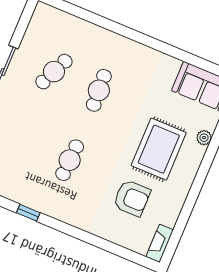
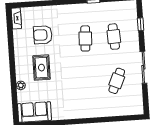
cafe table: (99, 90) -> (114, 37), moved
rug: (159, 149) -> (41, 68), width x0.73, depth x0.70

